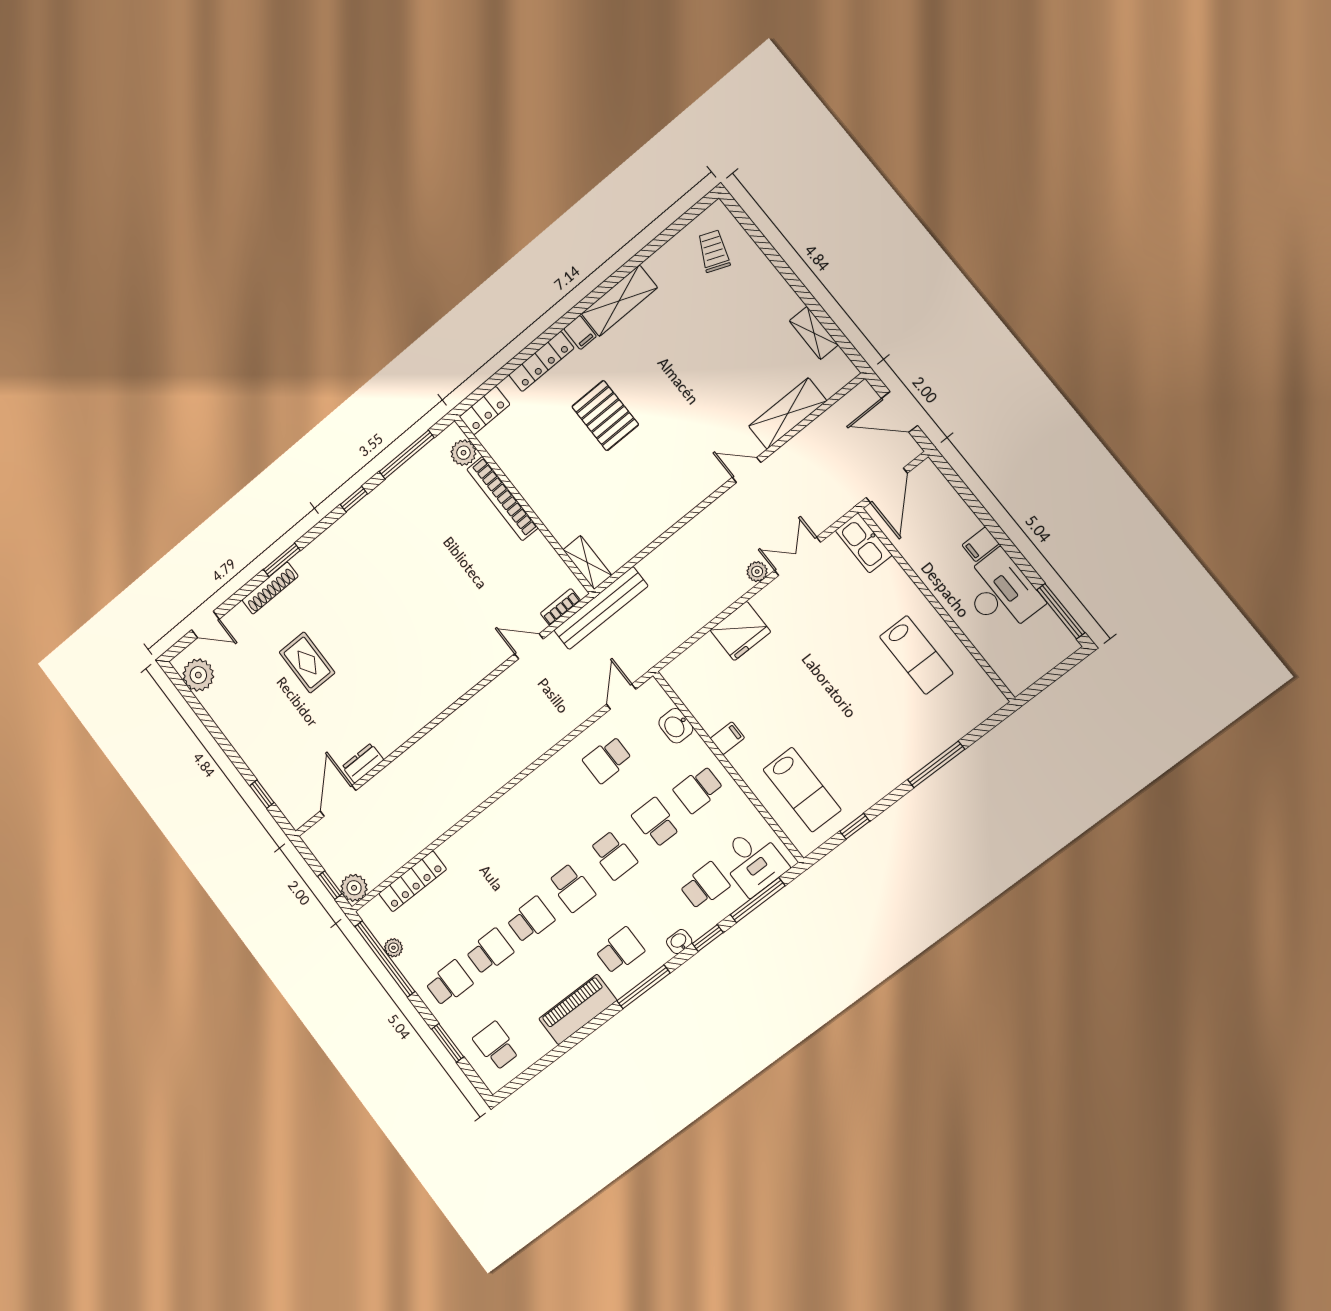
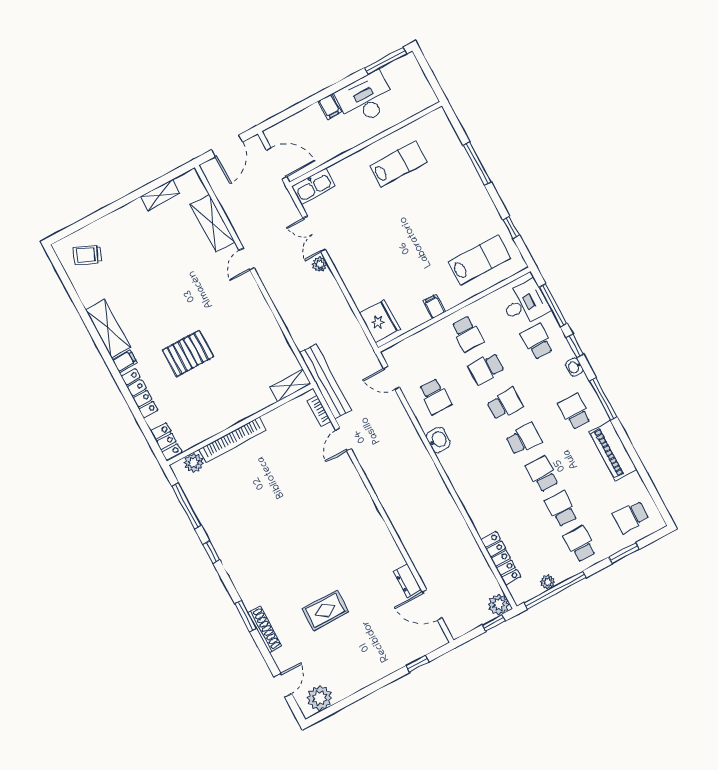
fridge: (740, 631) -> (380, 321), moved
washbasin: (676, 726) -> (438, 440), moved, turned -90

